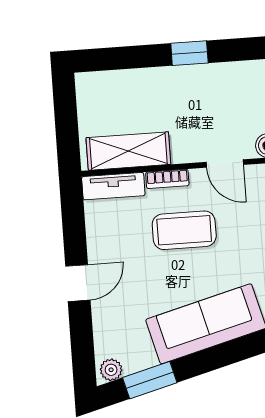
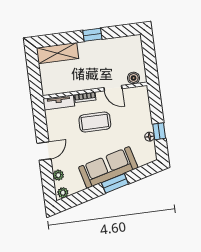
shelving: (128, 151) -> (57, 53), moved
plant: (104, 334) -> (58, 175), added
window: (150, 380) -> (115, 183), moved

